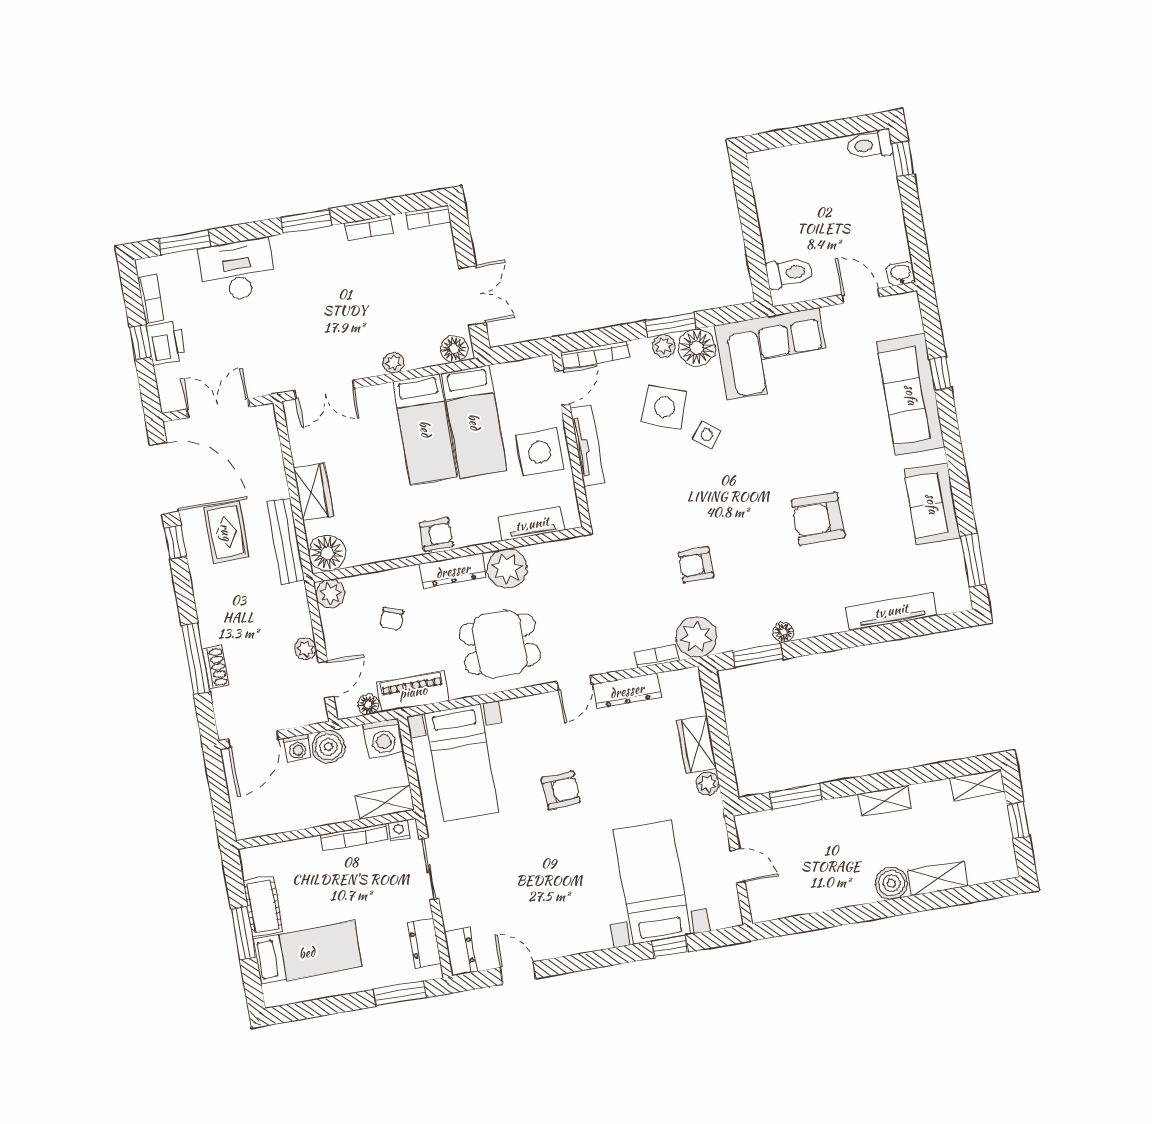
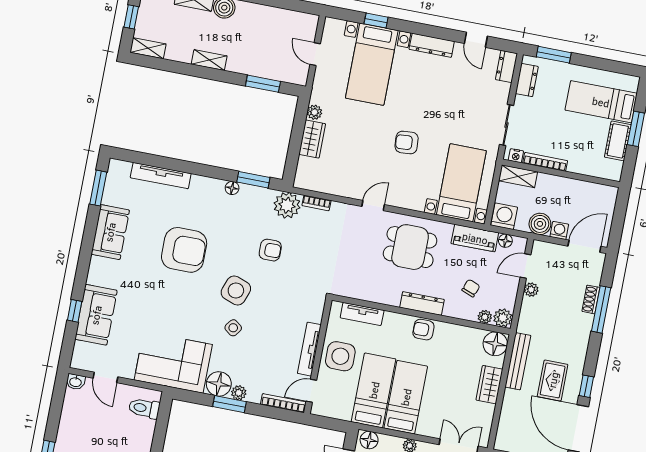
sofa: (911, 395) -> (96, 315), width x0.73
side table: (665, 407) -> (236, 291), moved
armchair: (818, 519) -> (184, 250), width x1.36, depth x1.36
plant: (507, 569) -> (485, 317), moved, width x0.53, depth x0.53
dresser: (627, 691) -> (432, 45), moved, turned 180

